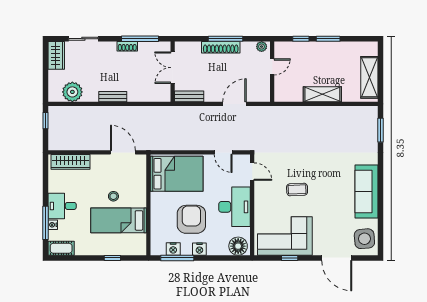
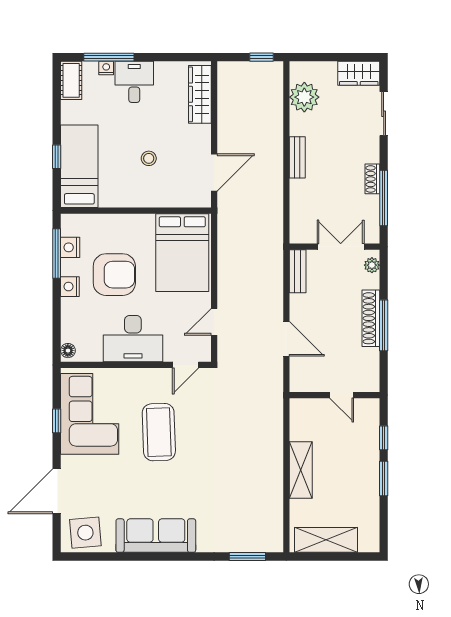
plant: (262, 47) -> (372, 265), moved
coffee table: (297, 189) -> (159, 432), width x1.86, depth x1.72
bed: (119, 220) -> (79, 166), moved
floor lamp: (238, 246) -> (68, 351), width x0.53, depth x0.53

